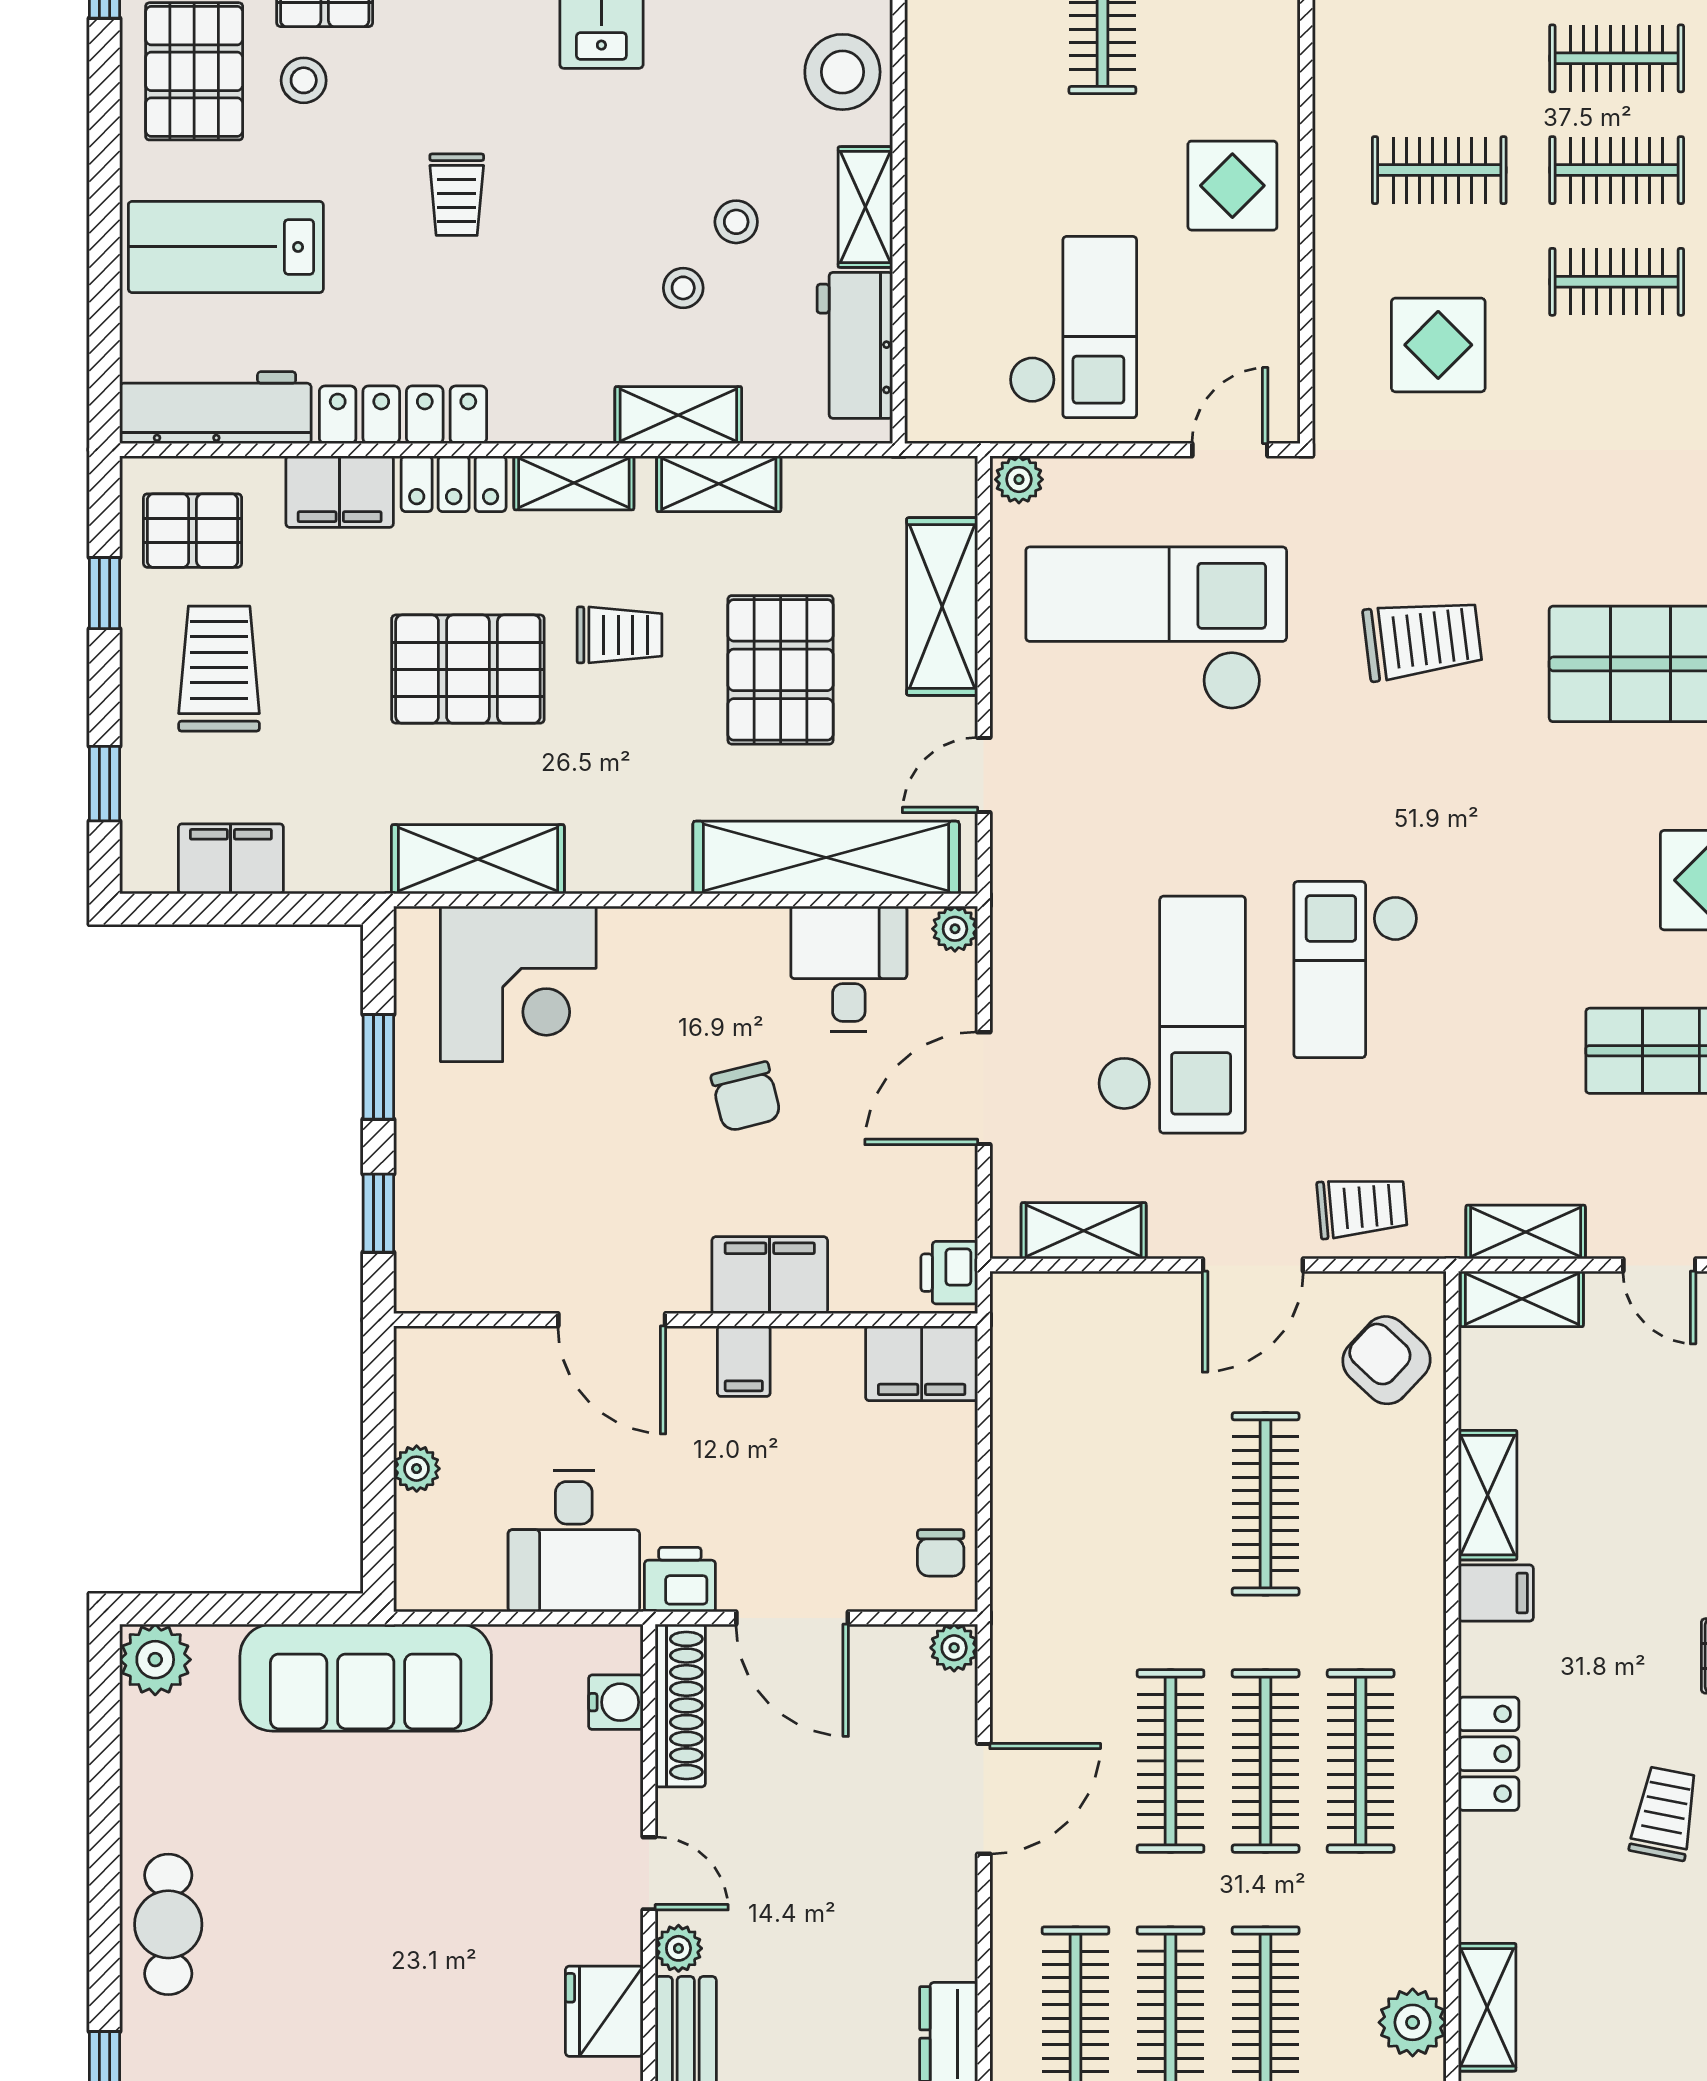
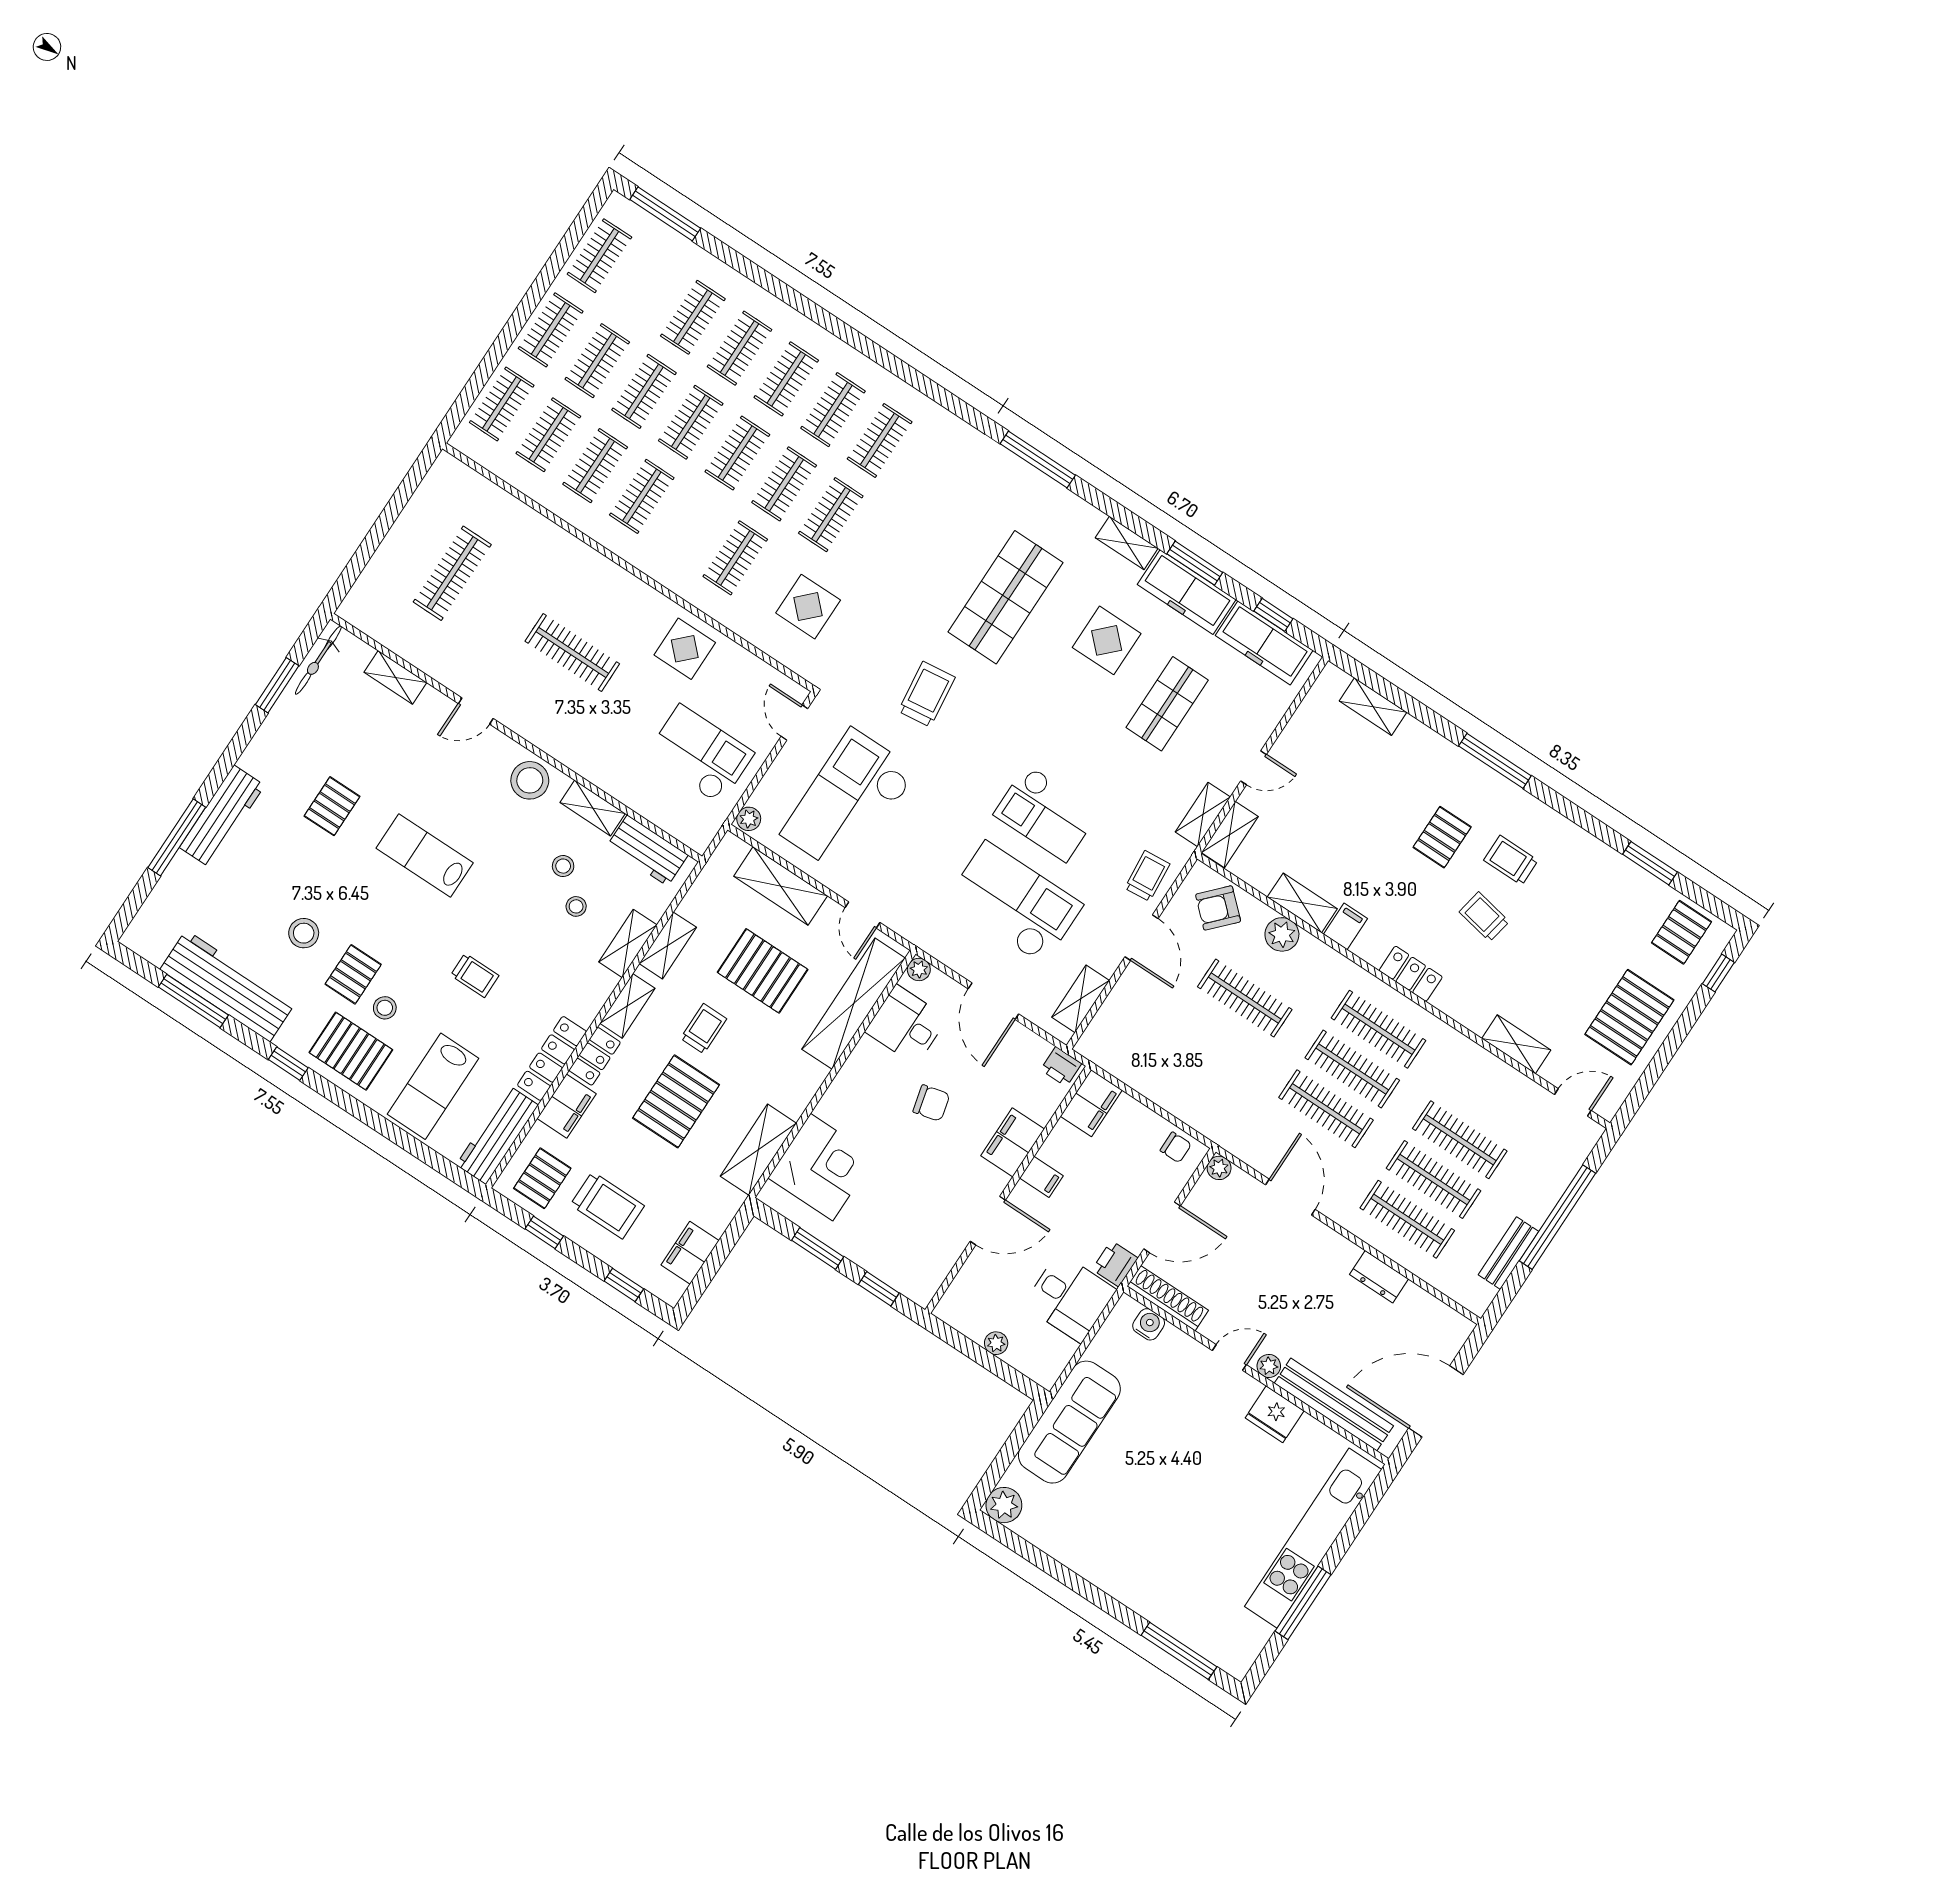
trolley: (219, 669) -> (607, 1205), turned 180
cafe table: (168, 1924) -> (1118, 1573), removed
plant: (1413, 2022) -> (1282, 934), moved

